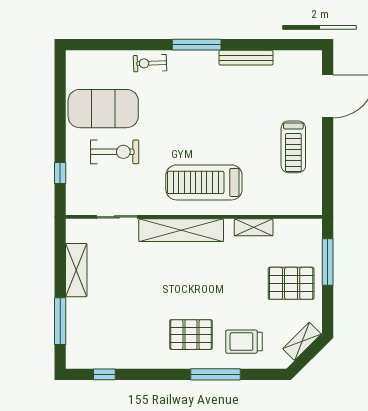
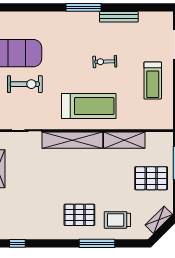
exercise bike: (150, 63) -> (105, 62), moved
treadmill: (204, 182) -> (89, 106), turned 180
shelving: (254, 227) -> (124, 140), width x1.50, depth x1.33

